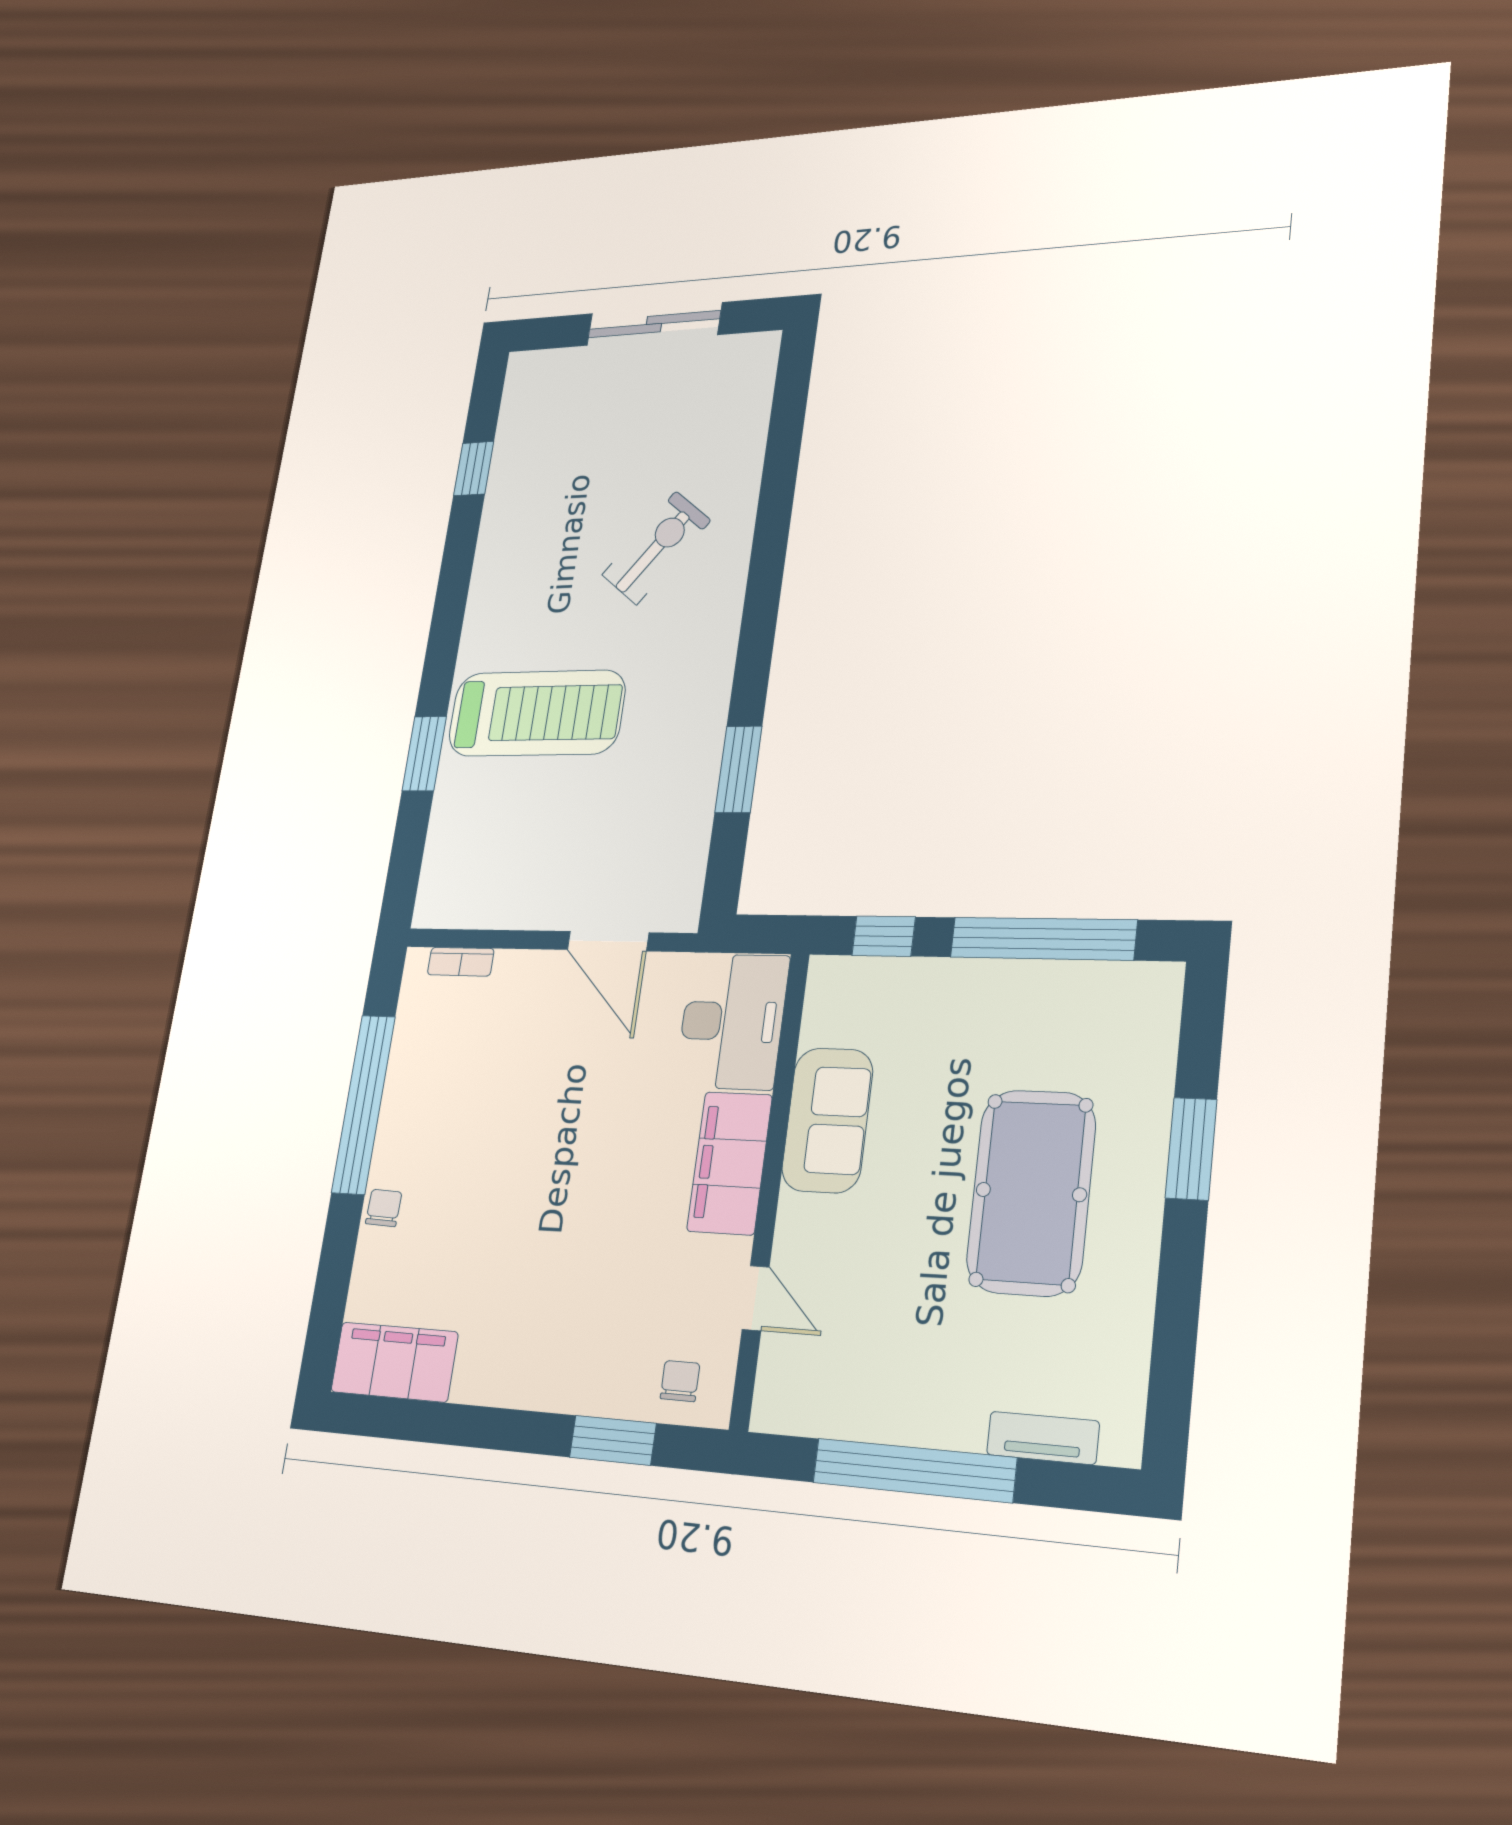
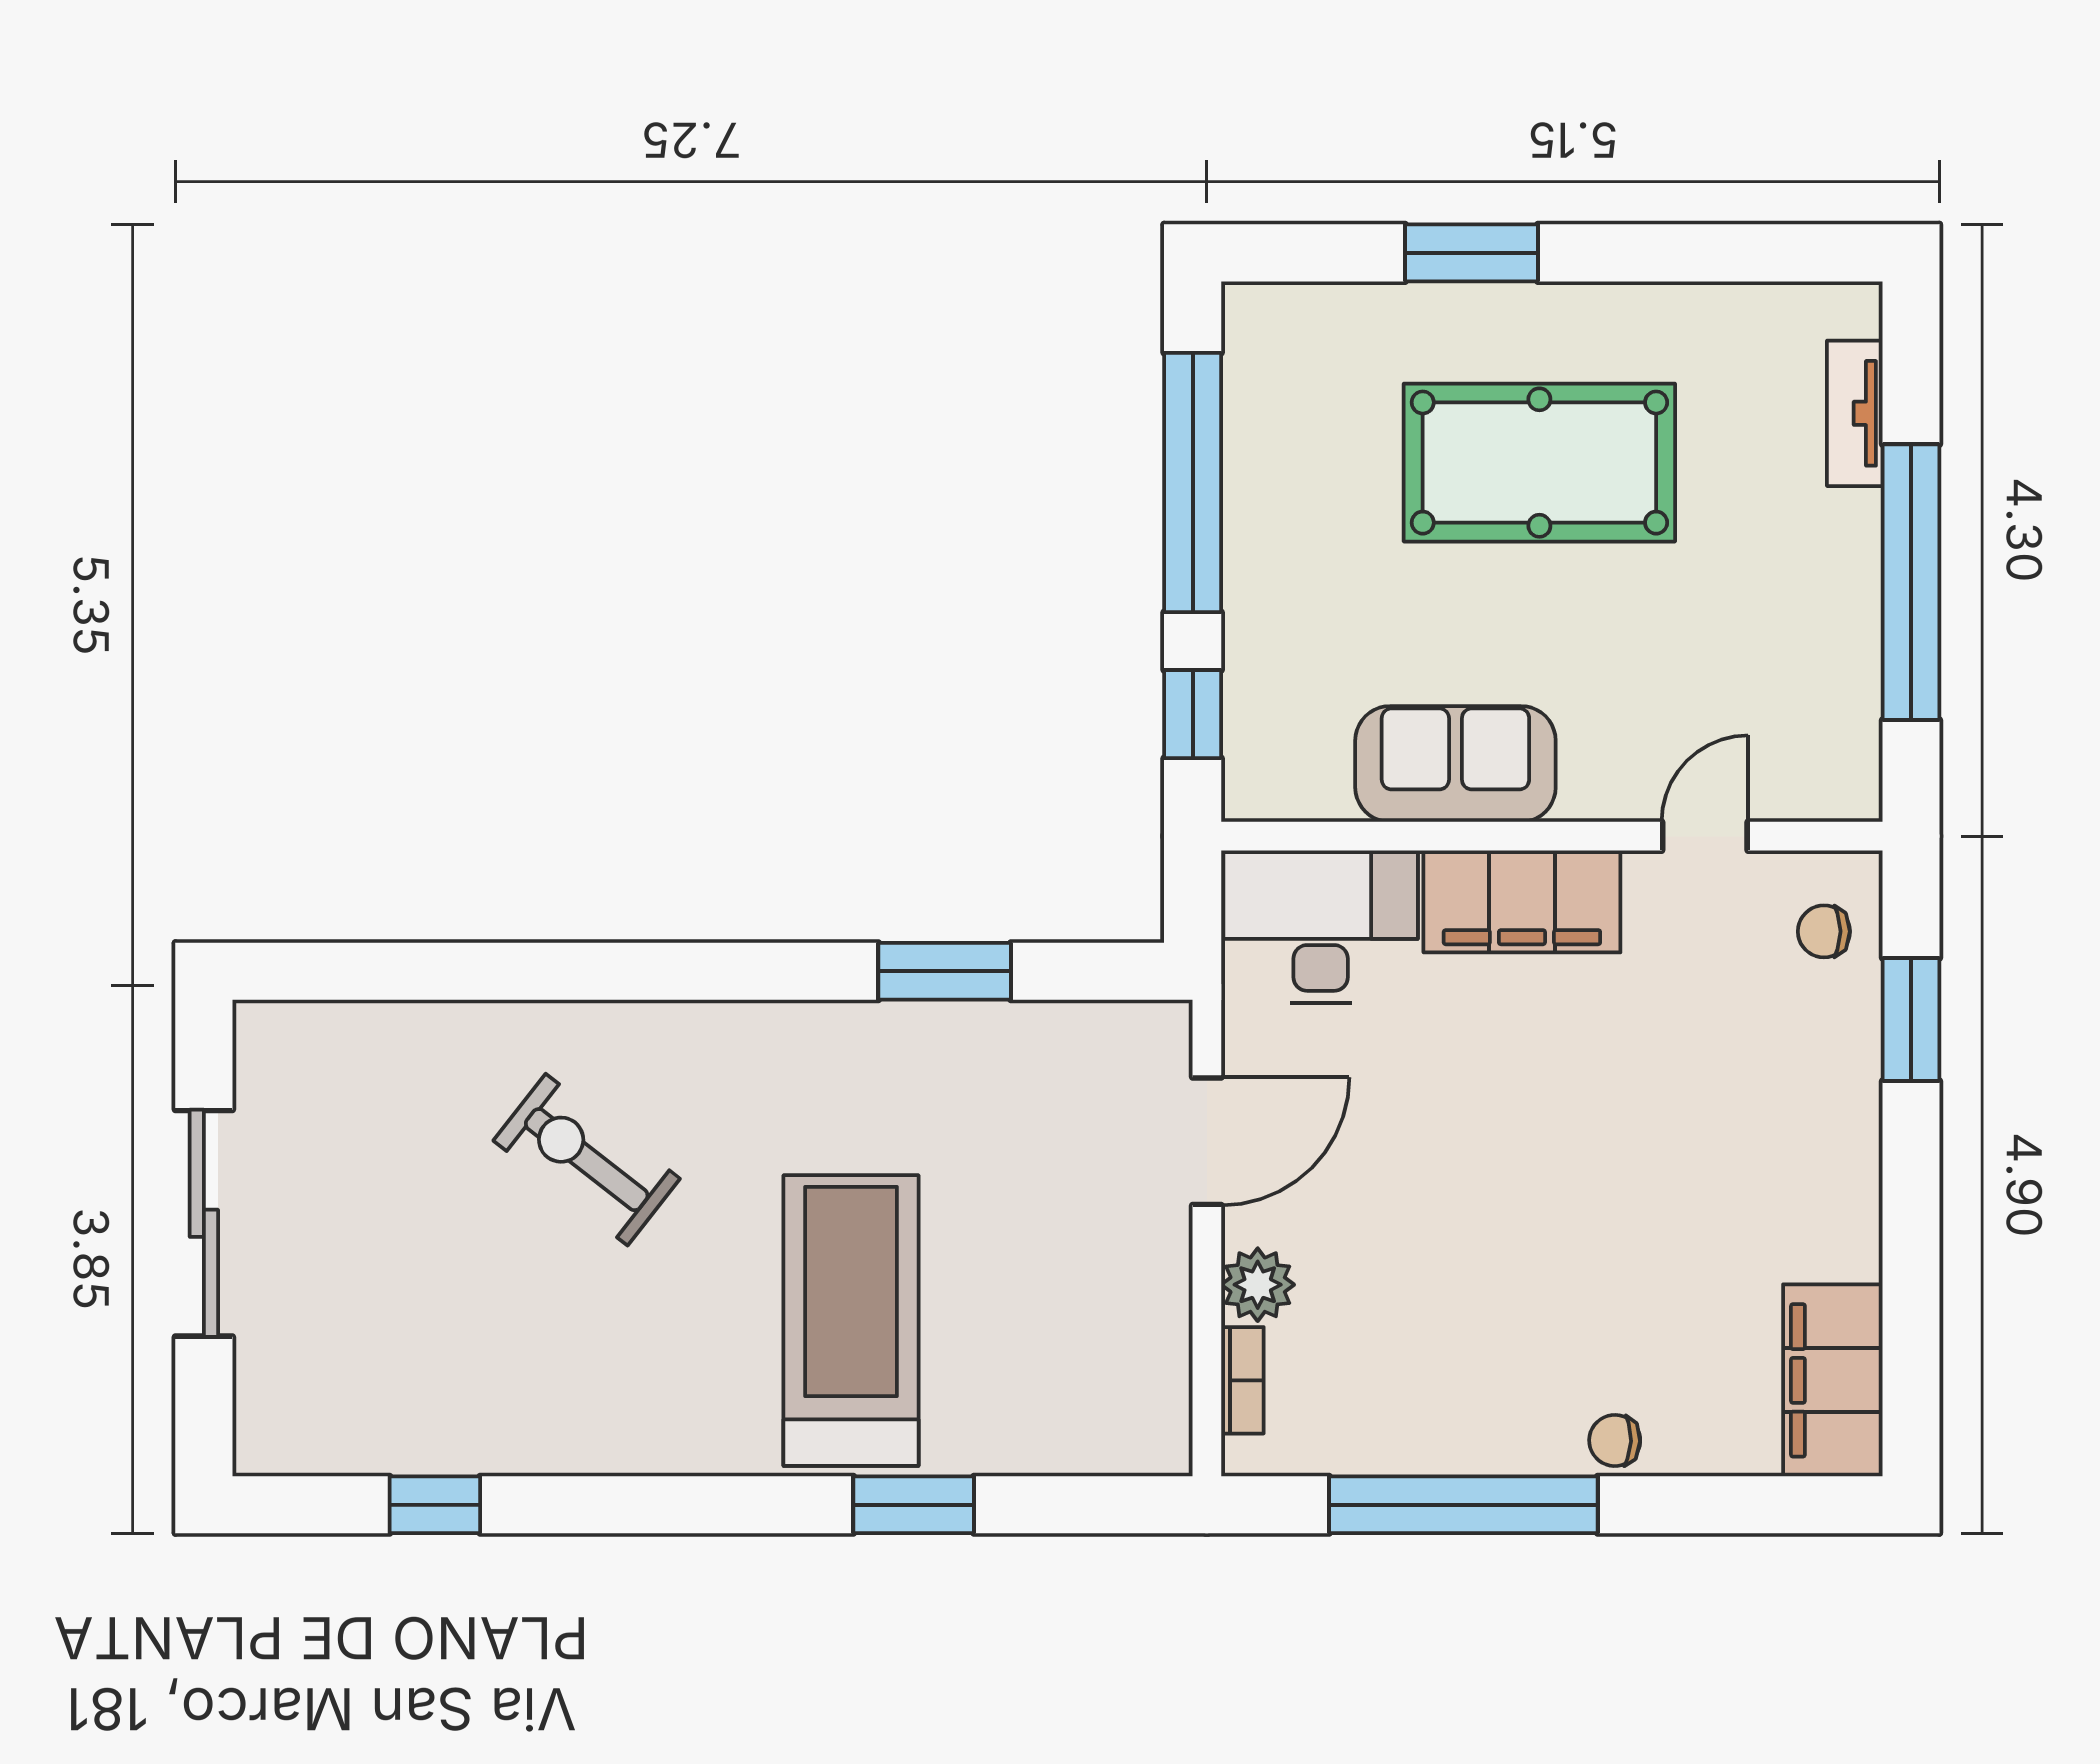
plant: (516, 973) -> (1258, 1285), added

